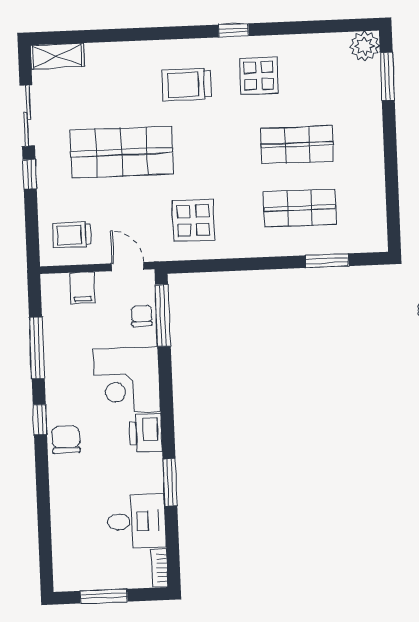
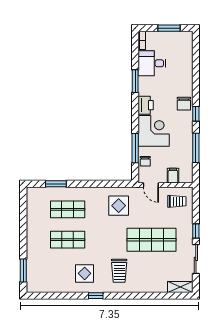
plant: (365, 46) -> (33, 285), removed
trolley: (187, 85) -> (119, 271), turned 90
window: (163, 316) -> (135, 148), moved

